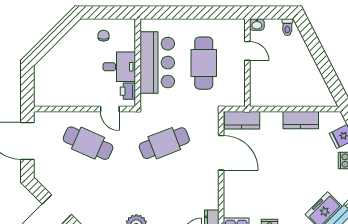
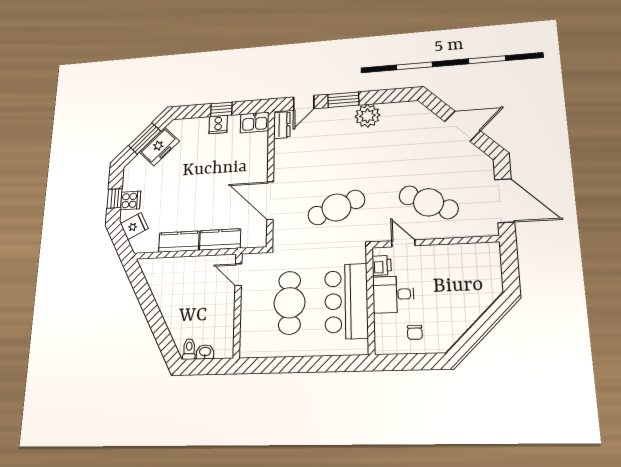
washbasin: (257, 24) -> (205, 352), moved
door: (247, 51) -> (238, 275), moved
kitchen counter: (242, 120) -> (220, 239), moved

